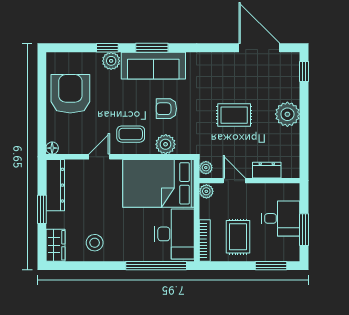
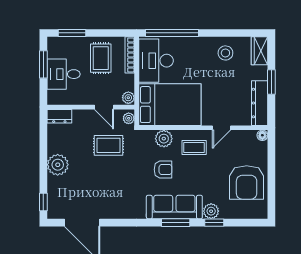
rug: (234, 115) -> (108, 145), moved
dresser: (267, 170) -> (59, 116), moved

